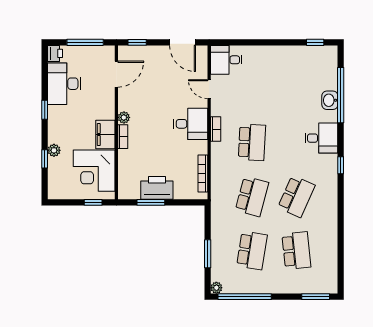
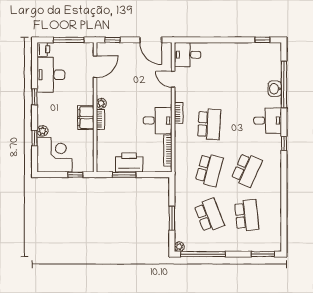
desk: (191, 124) -> (158, 121), moved
corner desk: (94, 171) -> (55, 155), moved, turned 180
school desk: (252, 251) -> (209, 215), turned -30

